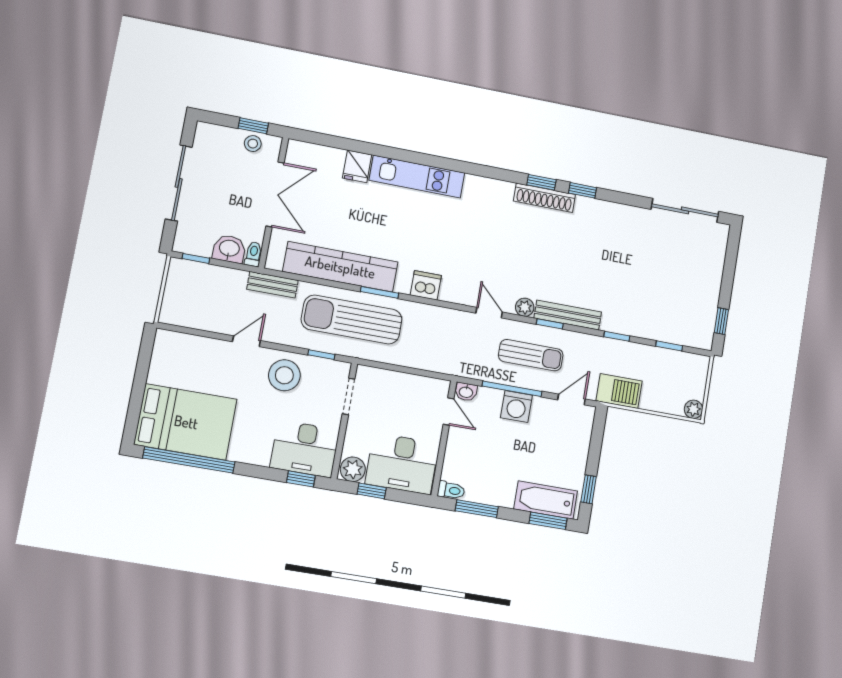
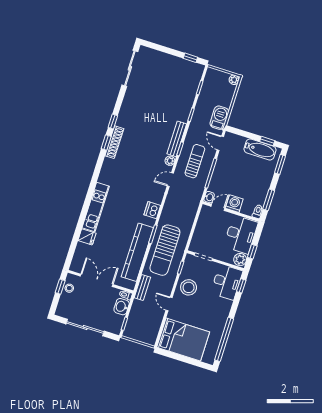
washing machine: (516, 407) -> (234, 204), moved, turned -90
bed: (186, 422) -> (183, 340), moved, turned 90
bathtub: (546, 500) -> (260, 149), moved, turned -90

